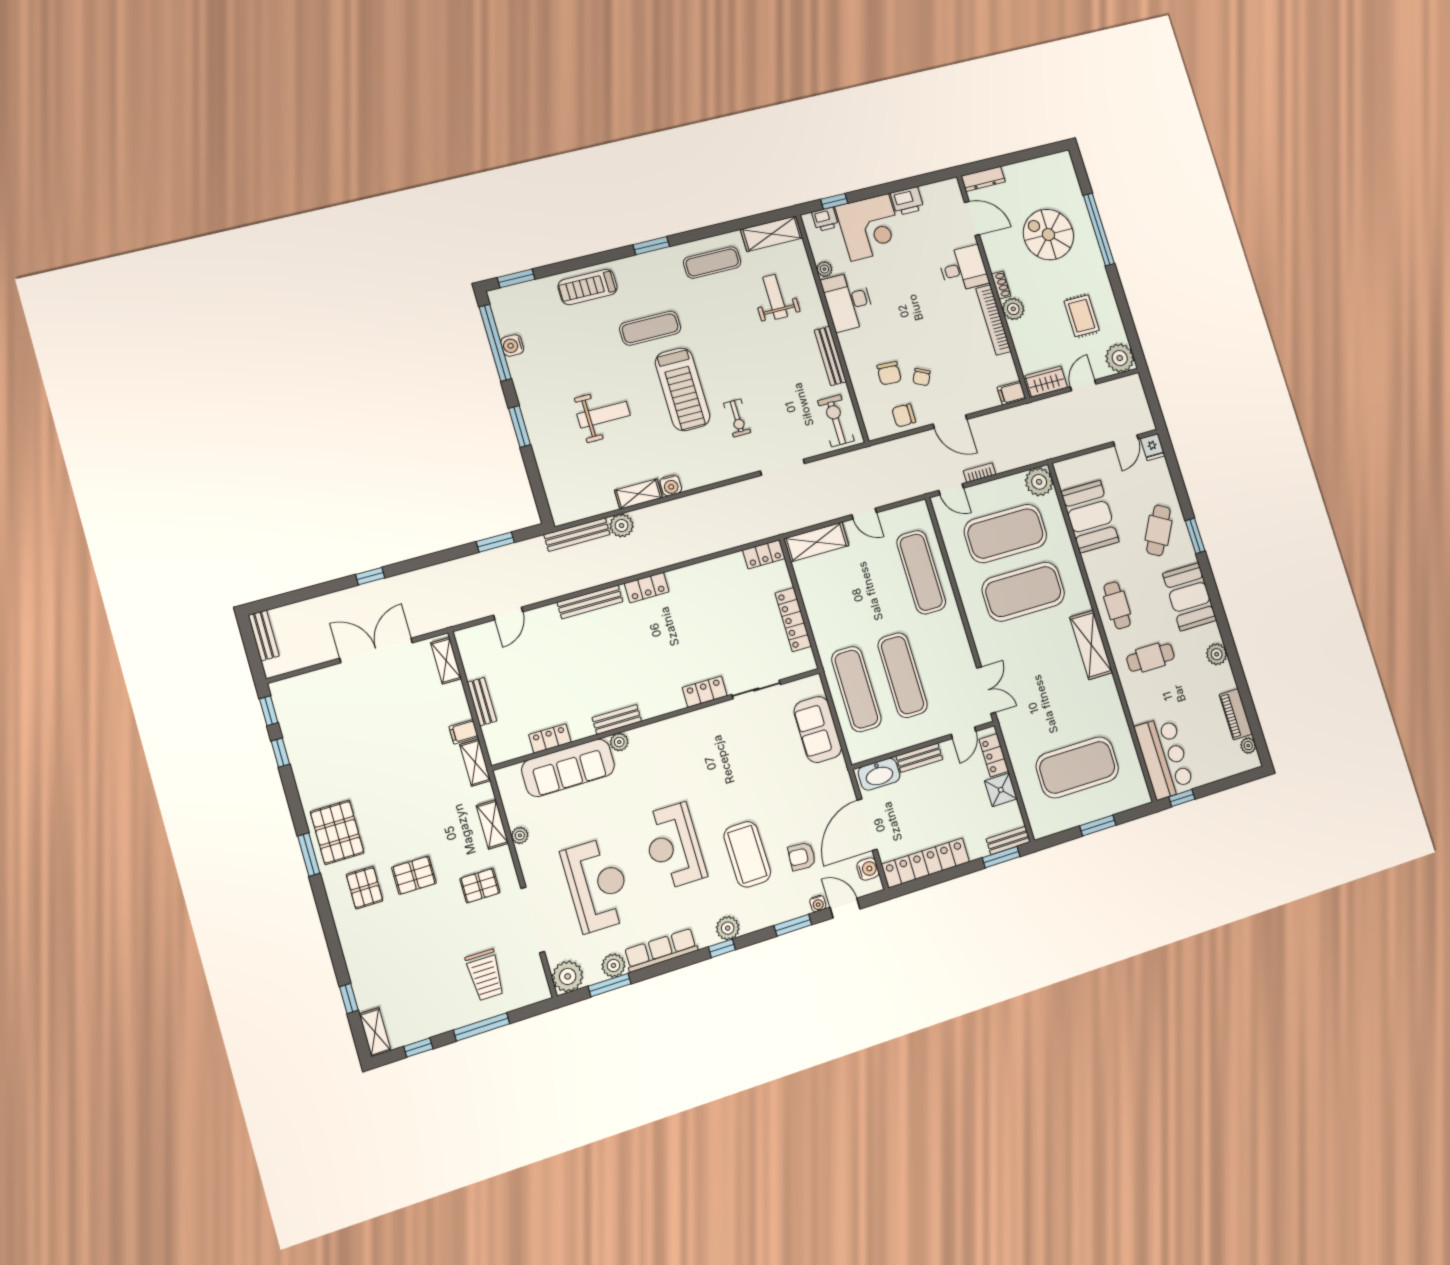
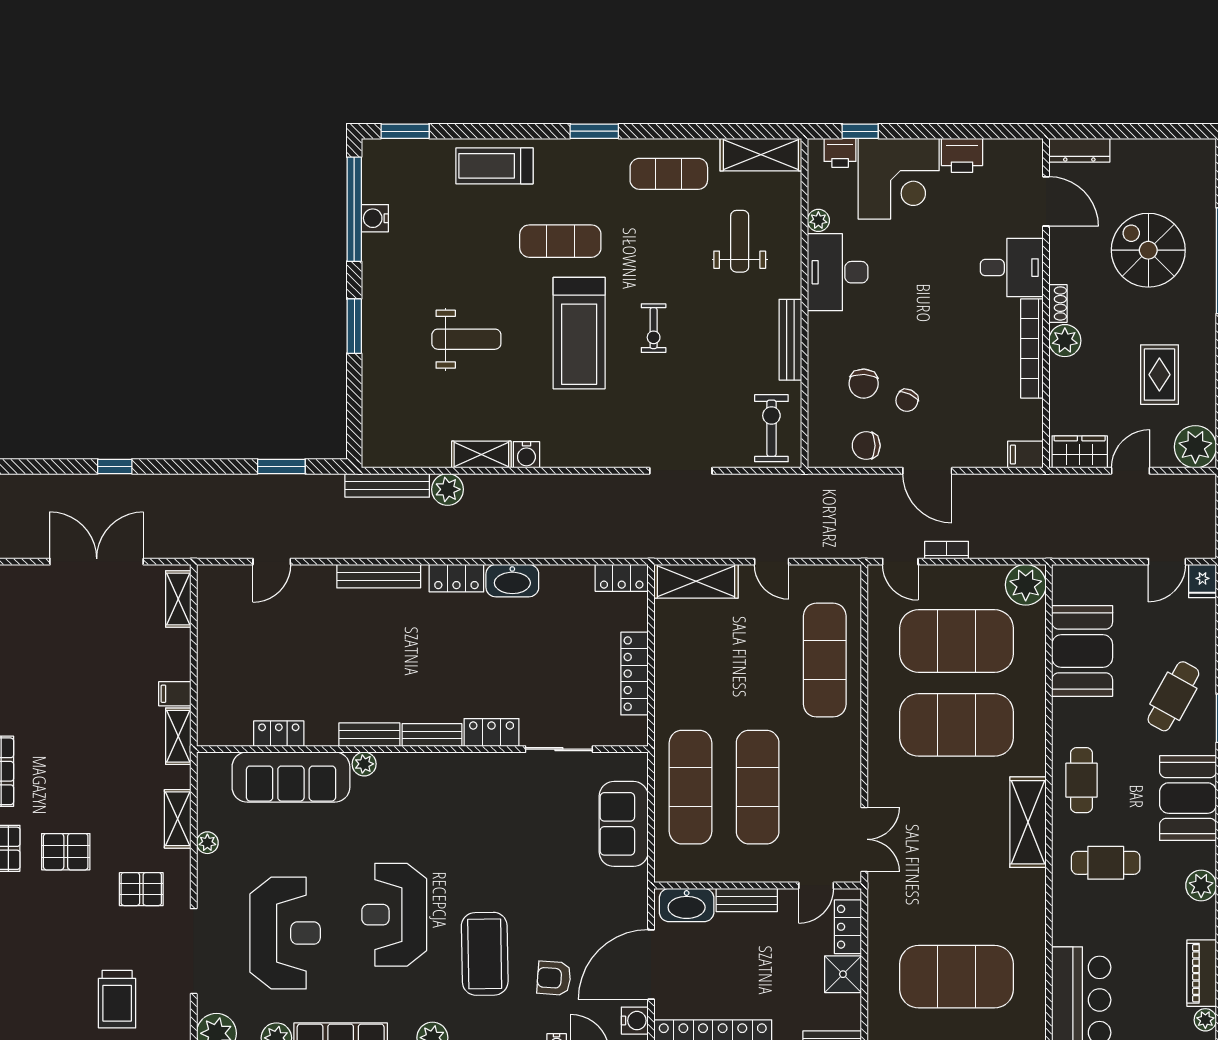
exercise bike: (737, 418) -> (654, 328), moved
washbasin: (687, 578) -> (512, 581), added
bench: (482, 702) -> (432, 735), moved, turned 90

